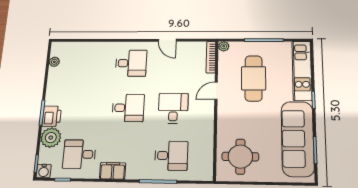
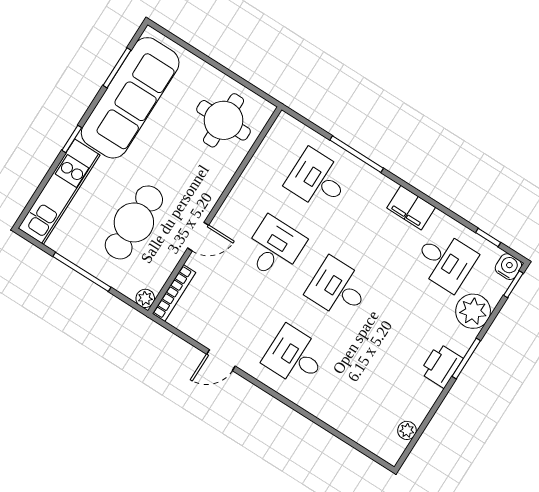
door: (167, 40) -> (221, 360), swing flipped
desk: (173, 108) -> (274, 248), turned 180
printer: (52, 116) -> (441, 366), moved

